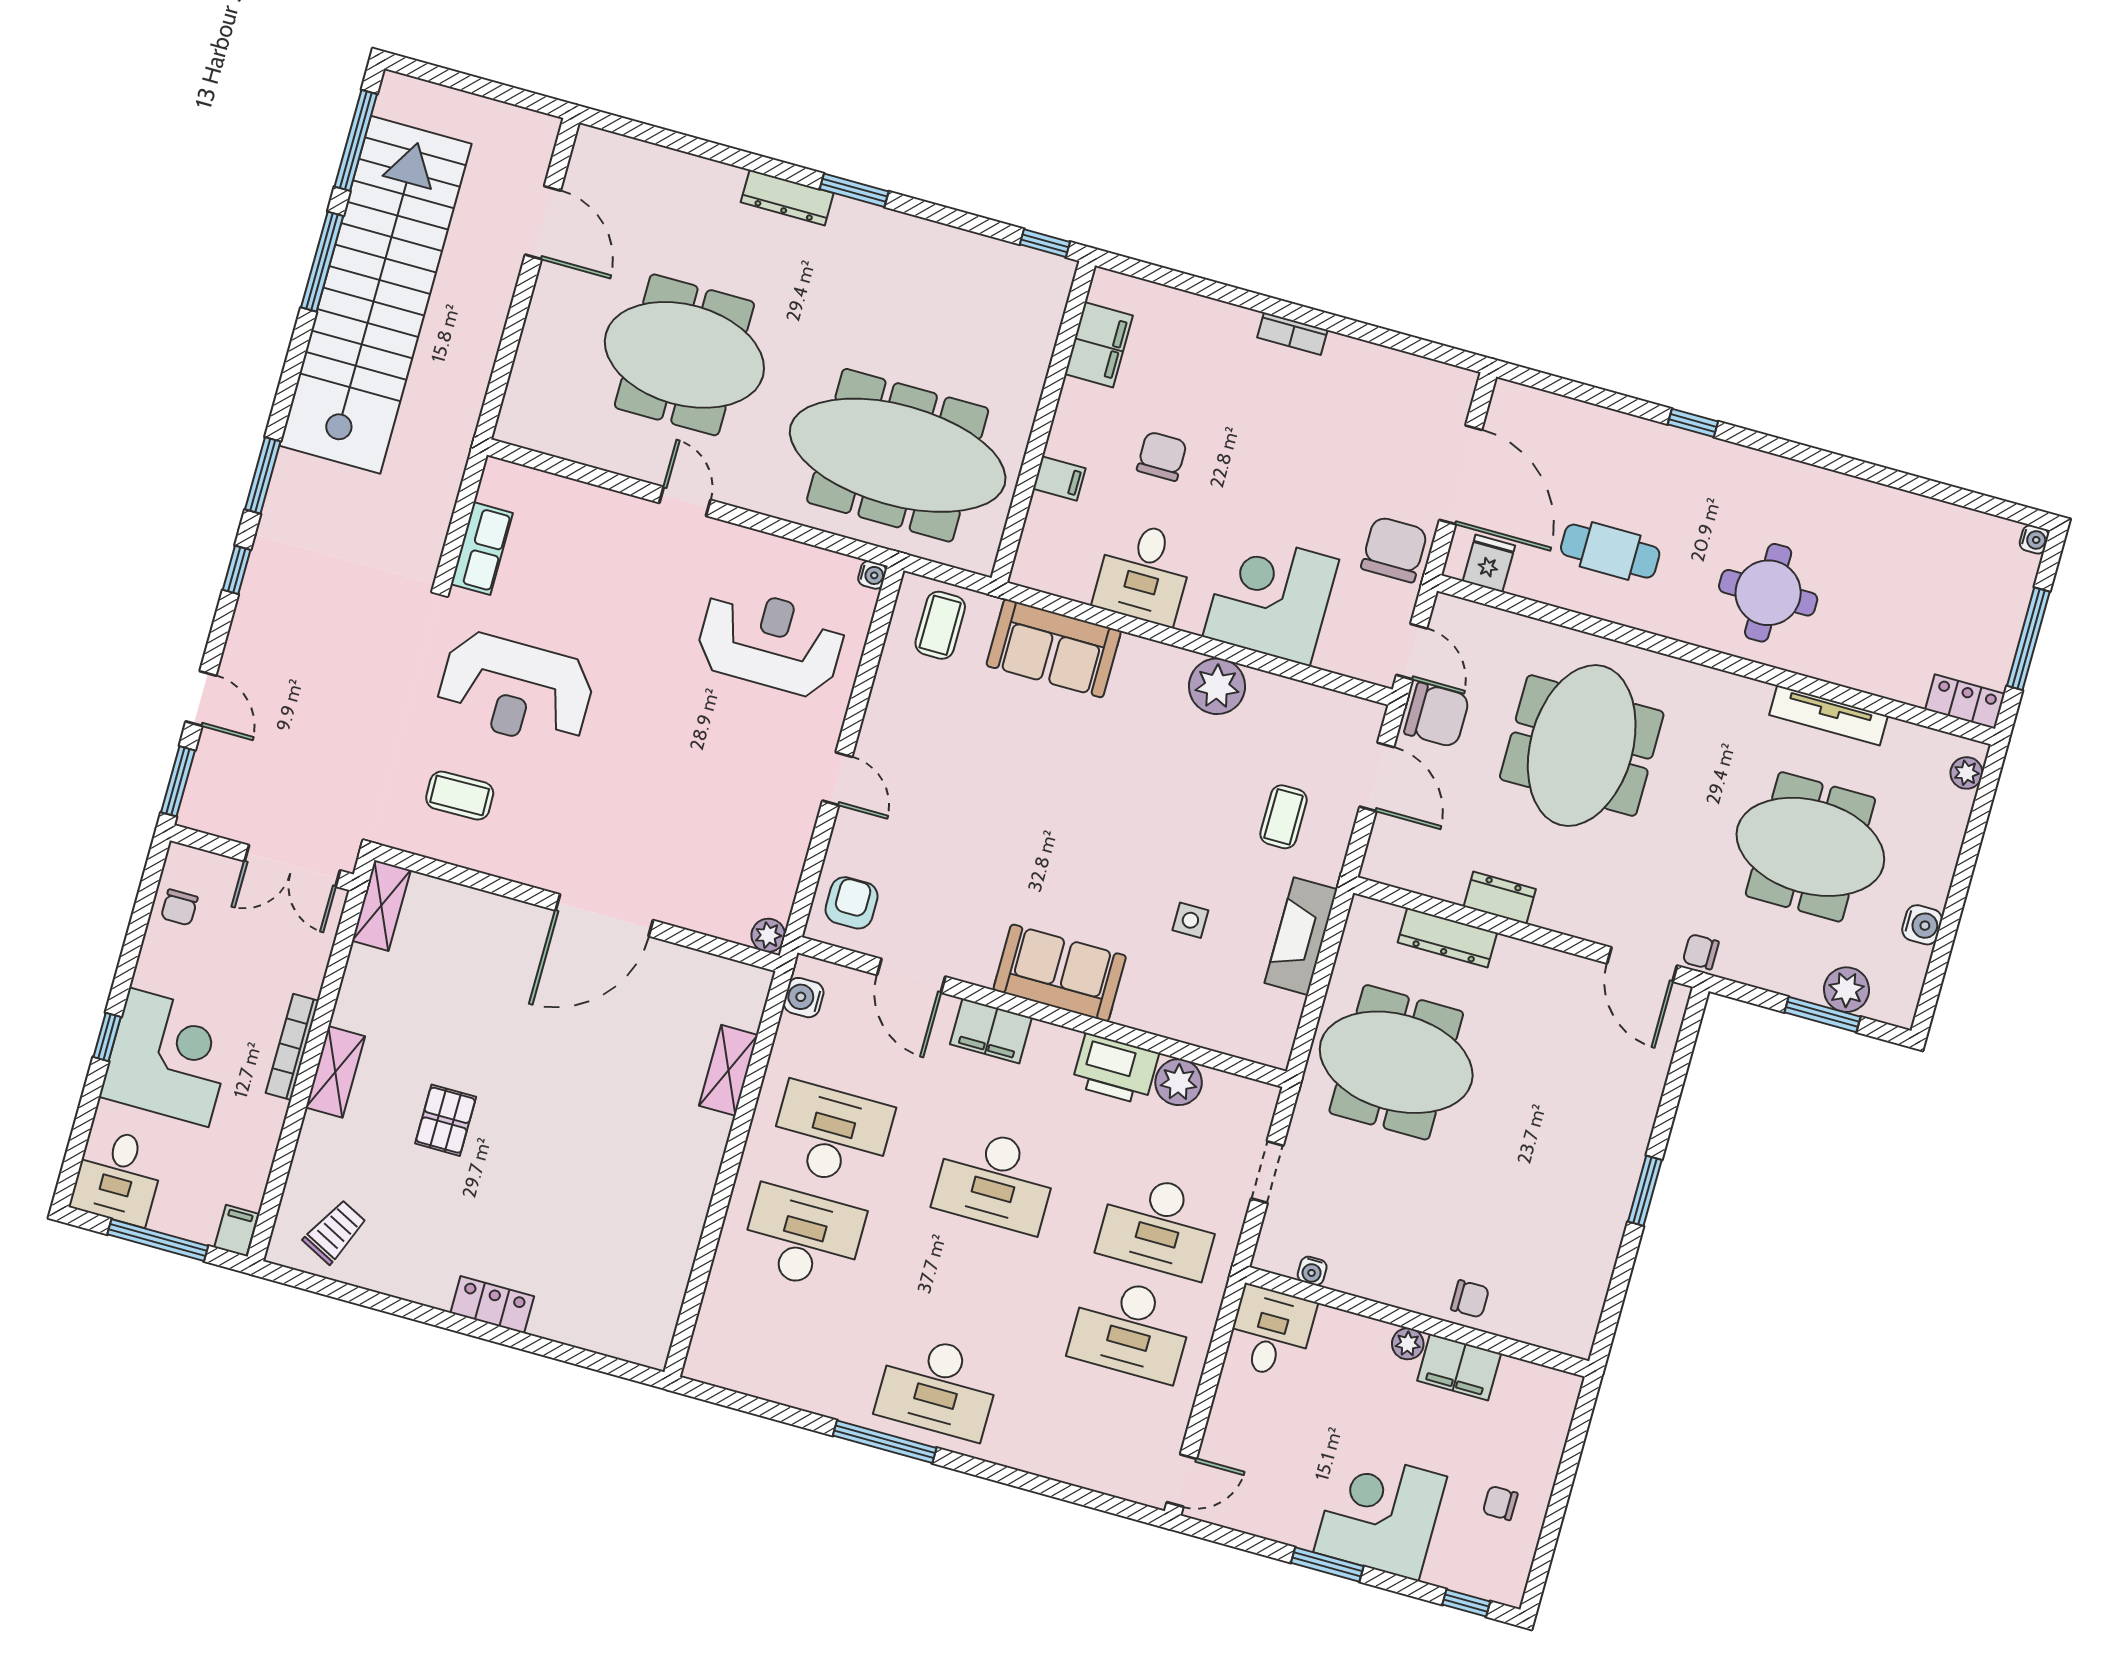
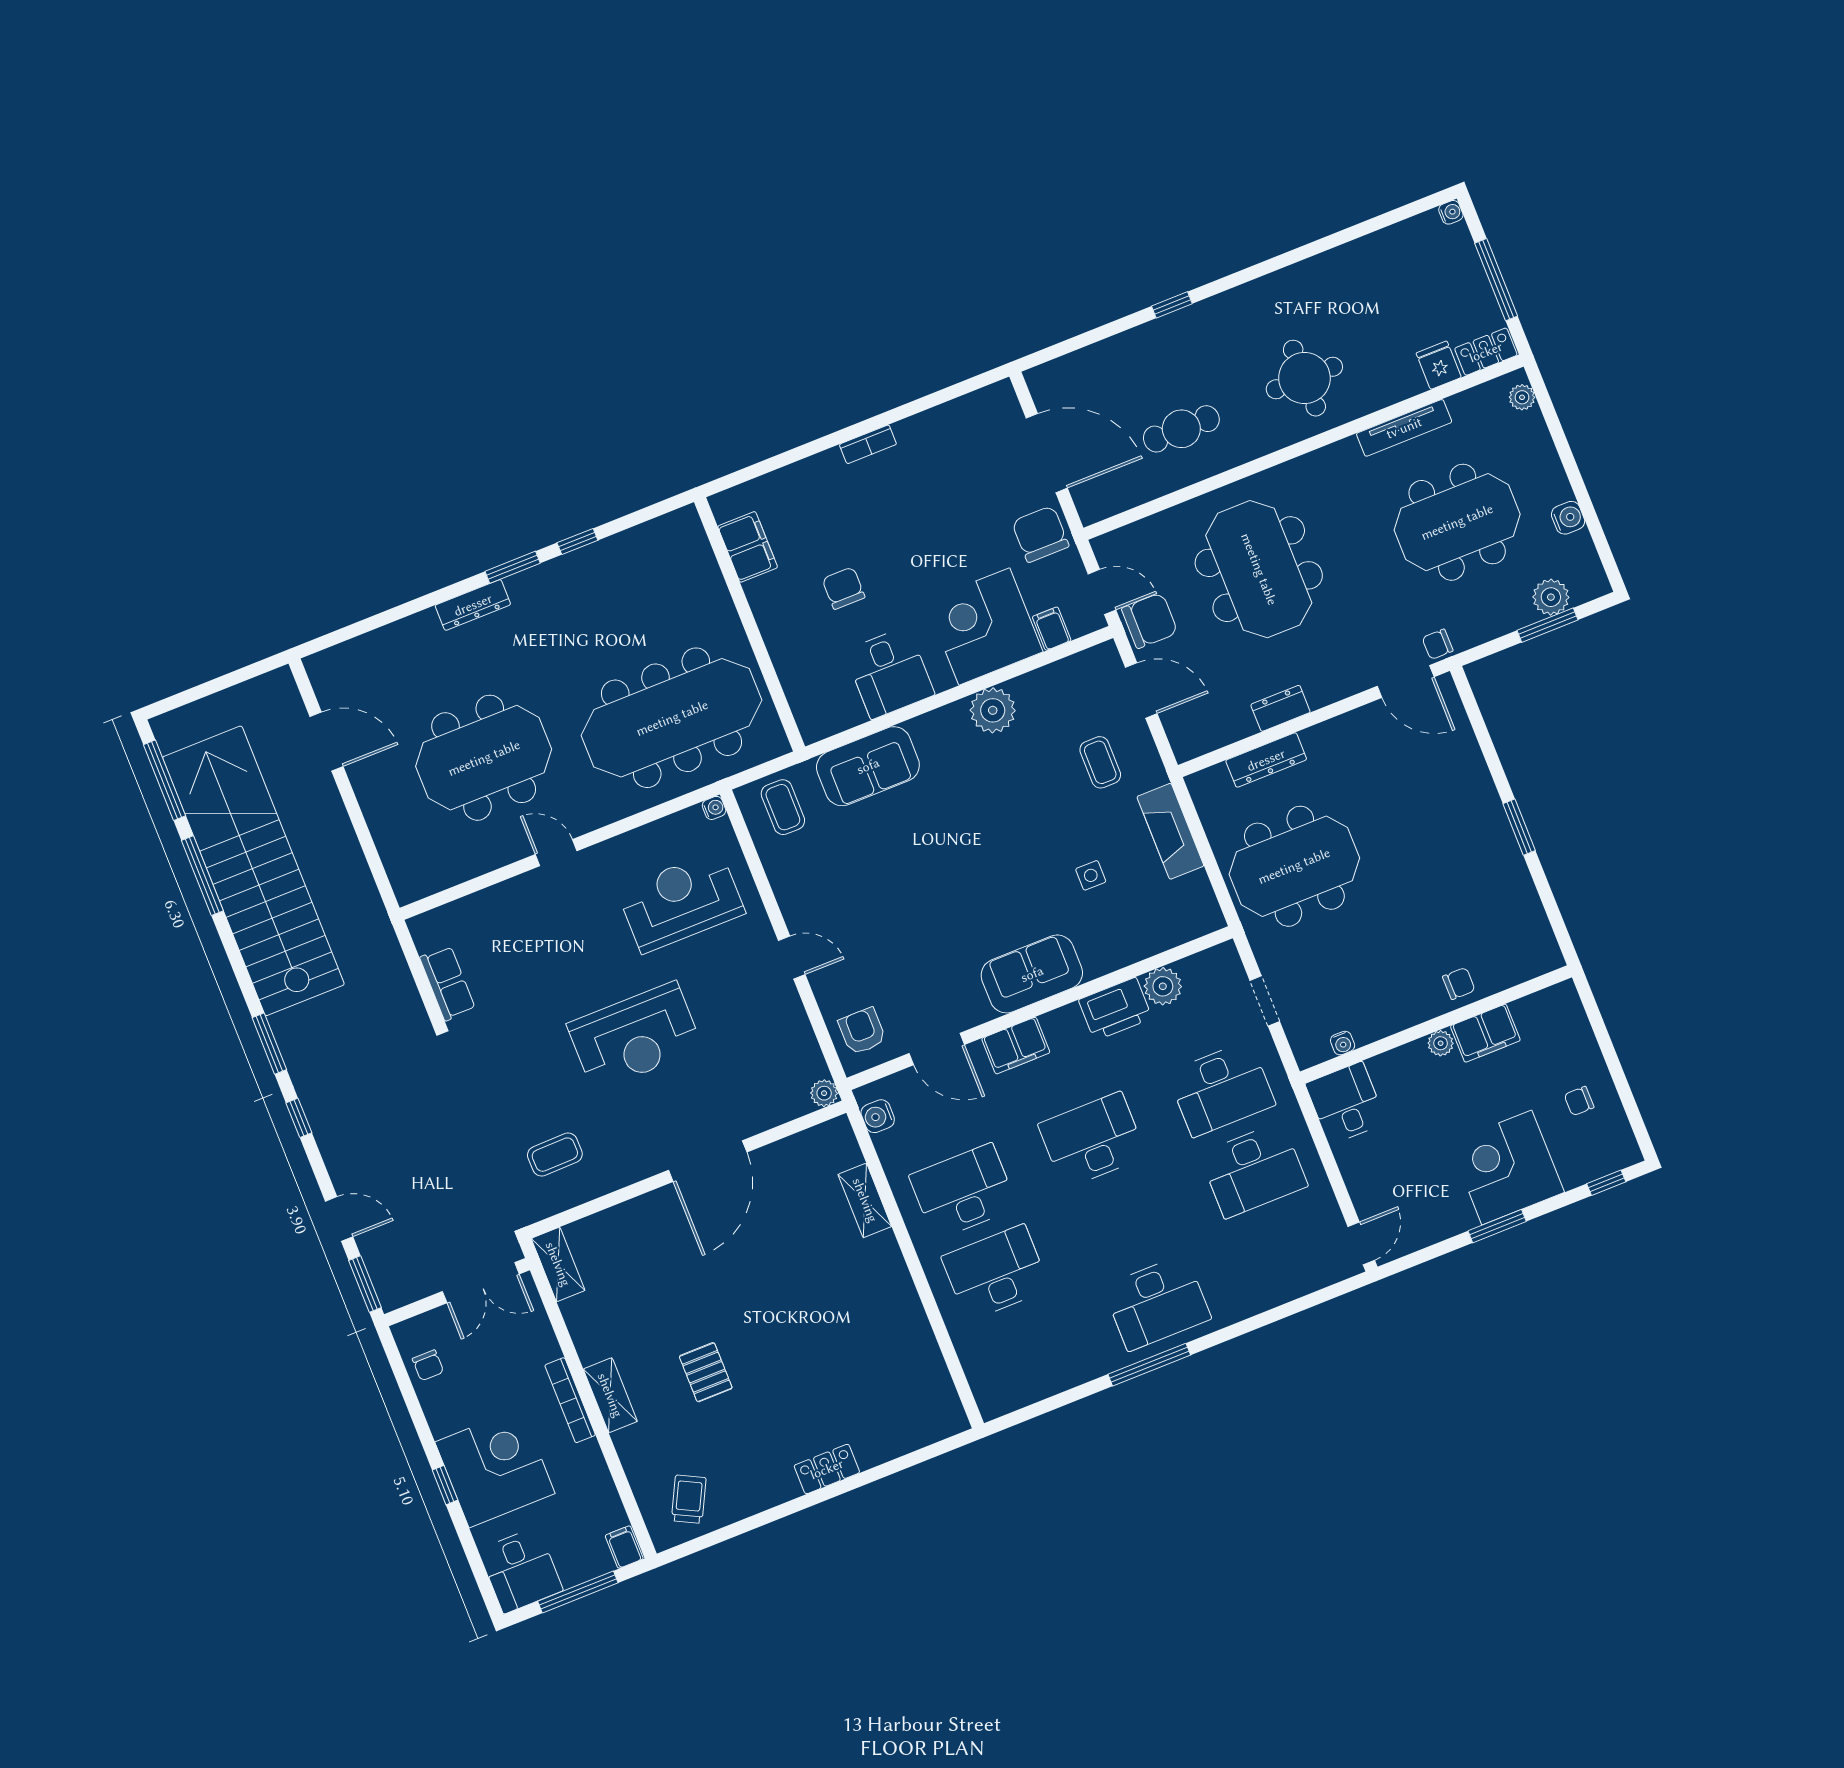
window: (1045, 243) -> (577, 541), moved
filing cabinet: (1059, 479) -> (1052, 629), moved, turned -90
fridge: (1489, 563) -> (1439, 365), moved
reception desk: (516, 690) -> (635, 1036), moved
desk: (995, 1180) -> (1092, 1140), turned 180

